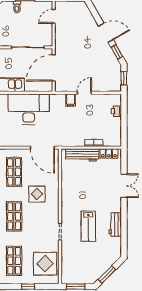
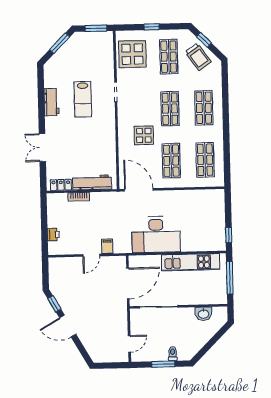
window: (124, 78) -> (45, 273), removed
lab bench: (88, 226) -> (83, 99), turned 180

